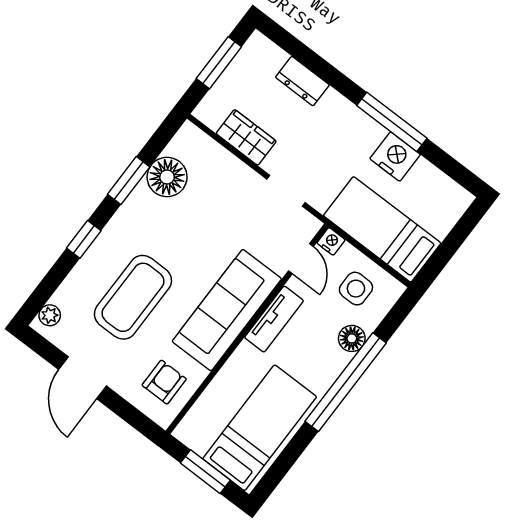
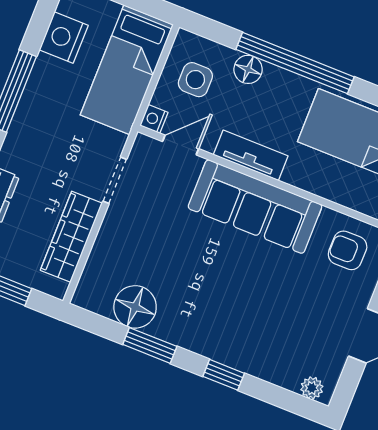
wardrobe: (246, 137) -> (71, 237), width x1.50
nightstand: (395, 157) -> (64, 38), moved
coffee table: (133, 297) -> (269, 307), removed

